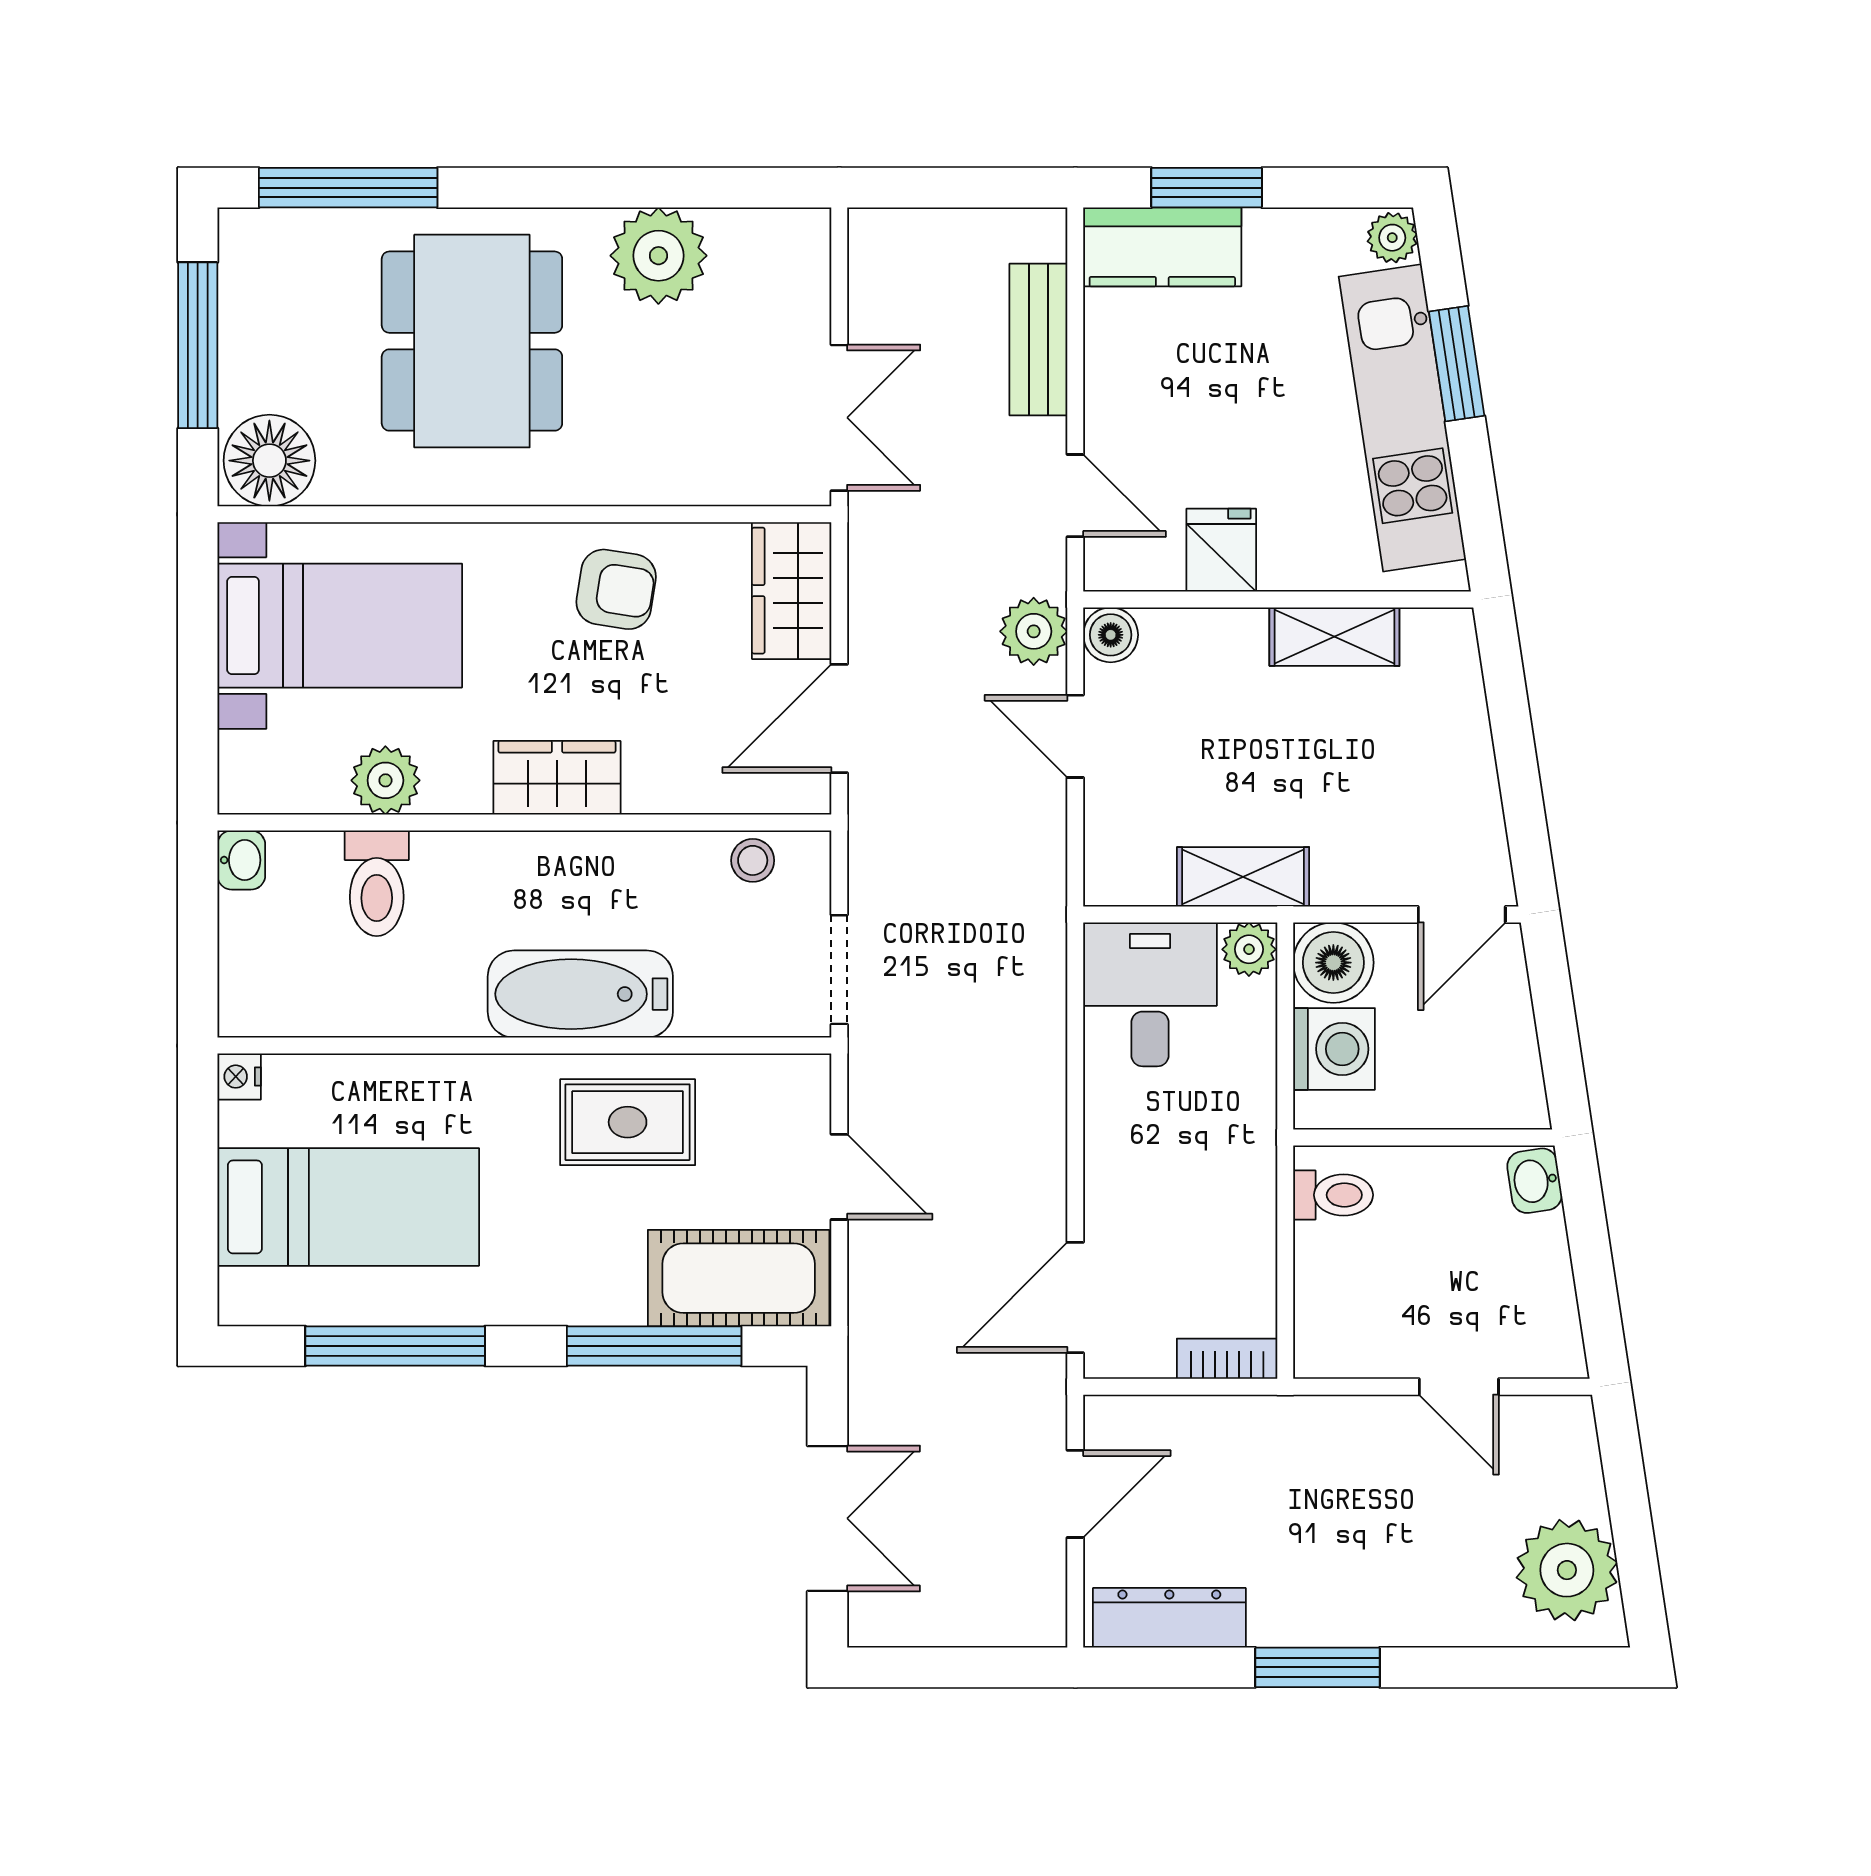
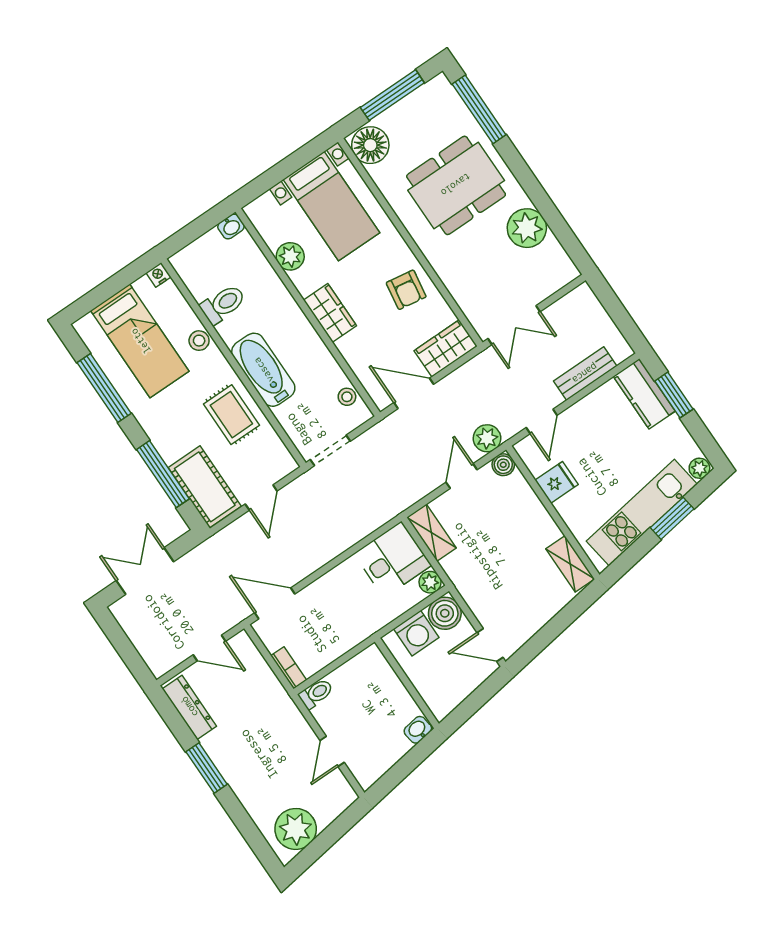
shelving: (1334, 637) -> (570, 564), moved
shelving: (1243, 877) -> (432, 533), moved
toilet: (377, 883) -> (223, 304), moved, turned 180
stool: (431, 1085) -> (199, 341), added
toilet: (1333, 1195) -> (316, 693), moved, turned -90
double door: (827, 1518) -> (145, 571), swing flipped

